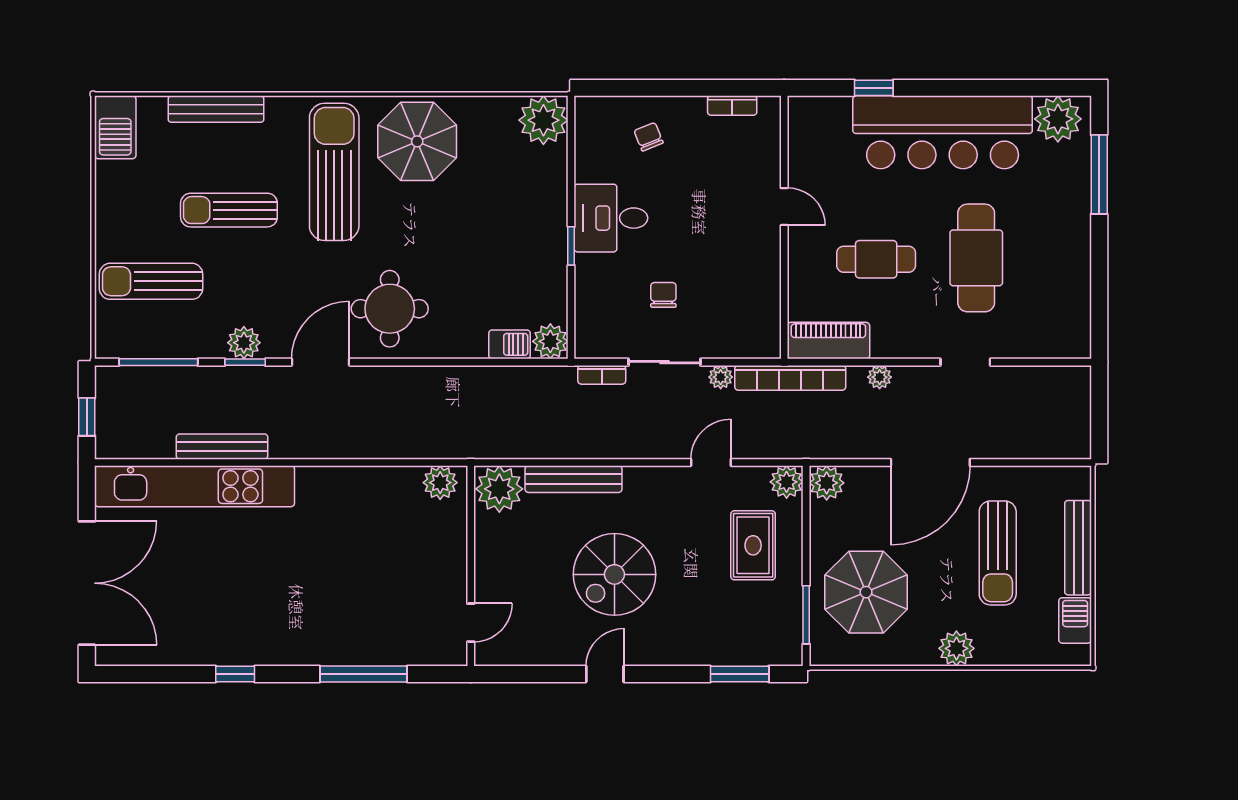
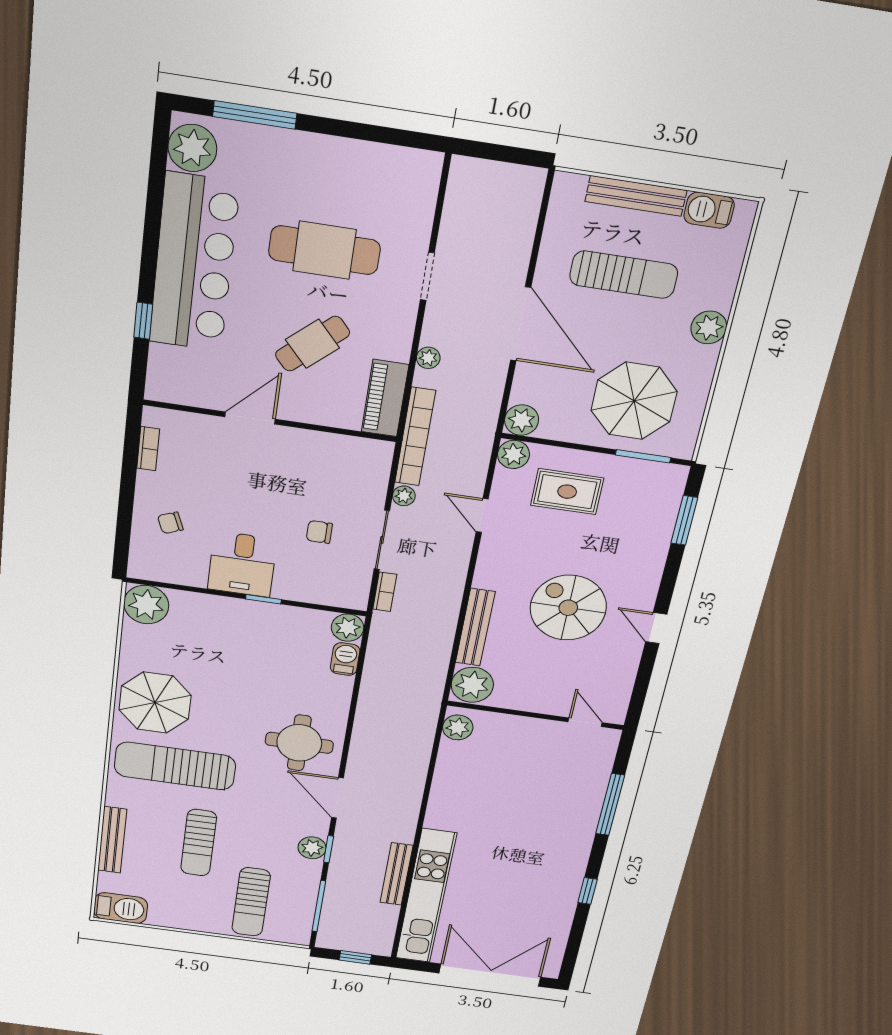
door: (784, 207) -> (250, 418), width x1.38
cafe table: (876, 259) -> (312, 344), turned 48
spiral stairs: (614, 574) -> (568, 608), turned 180

